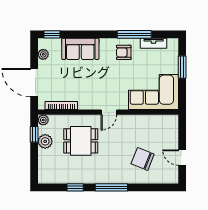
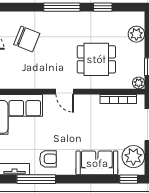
plant: (43, 54) -> (133, 157), width x1.87, depth x1.87
door: (109, 112) -> (65, 92), swing flipped
plant: (45, 141) -> (136, 34), moved

